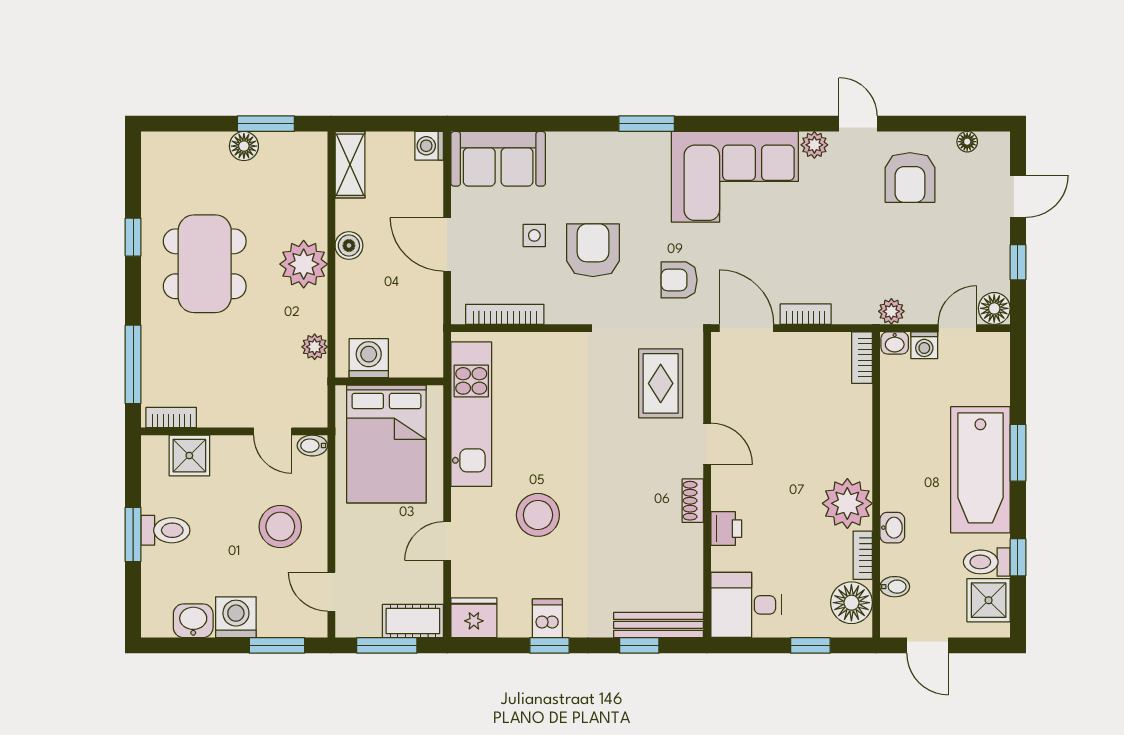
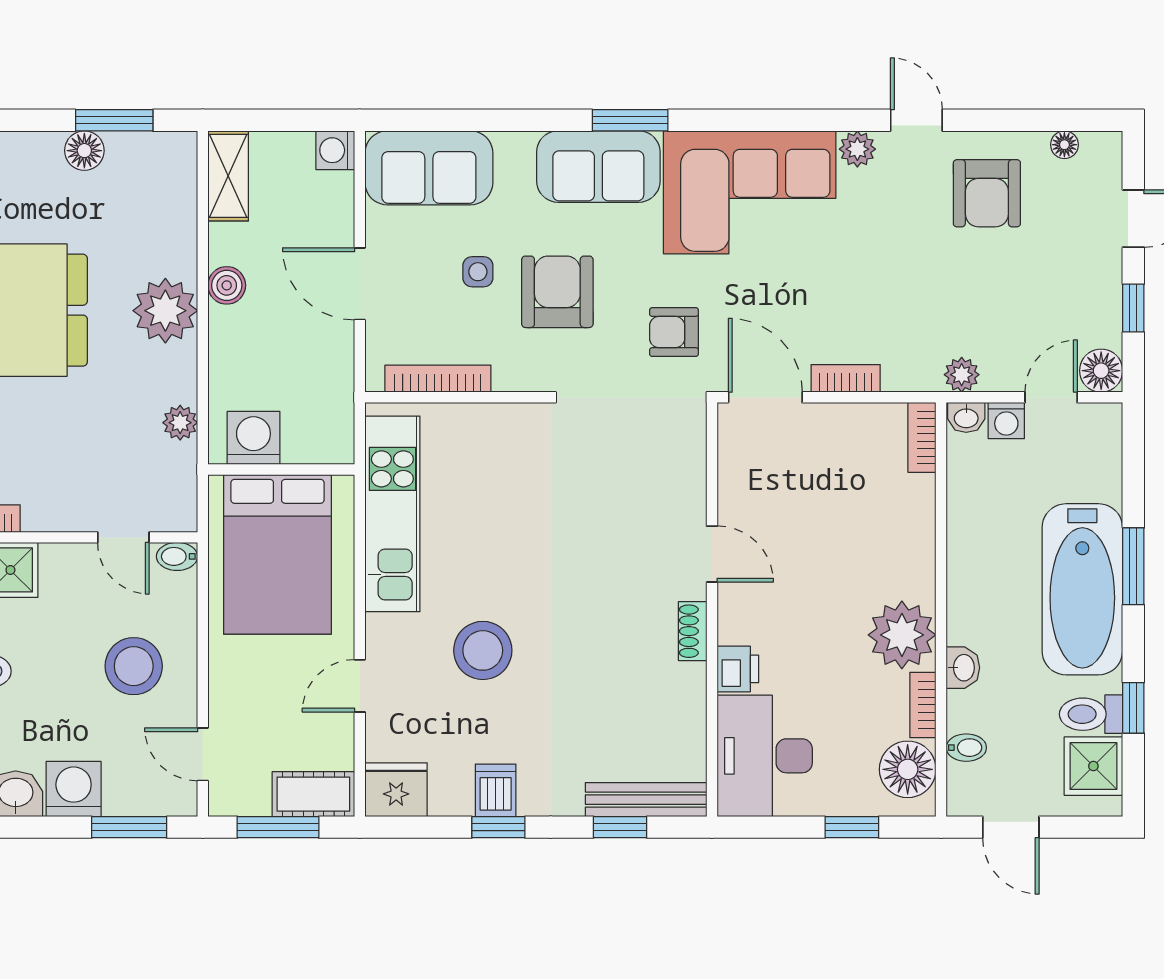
sofa: (623, 158) -> (598, 167), added
rug: (661, 383) -> (649, 472), removed
desk: (746, 605) -> (765, 756), width x1.37

